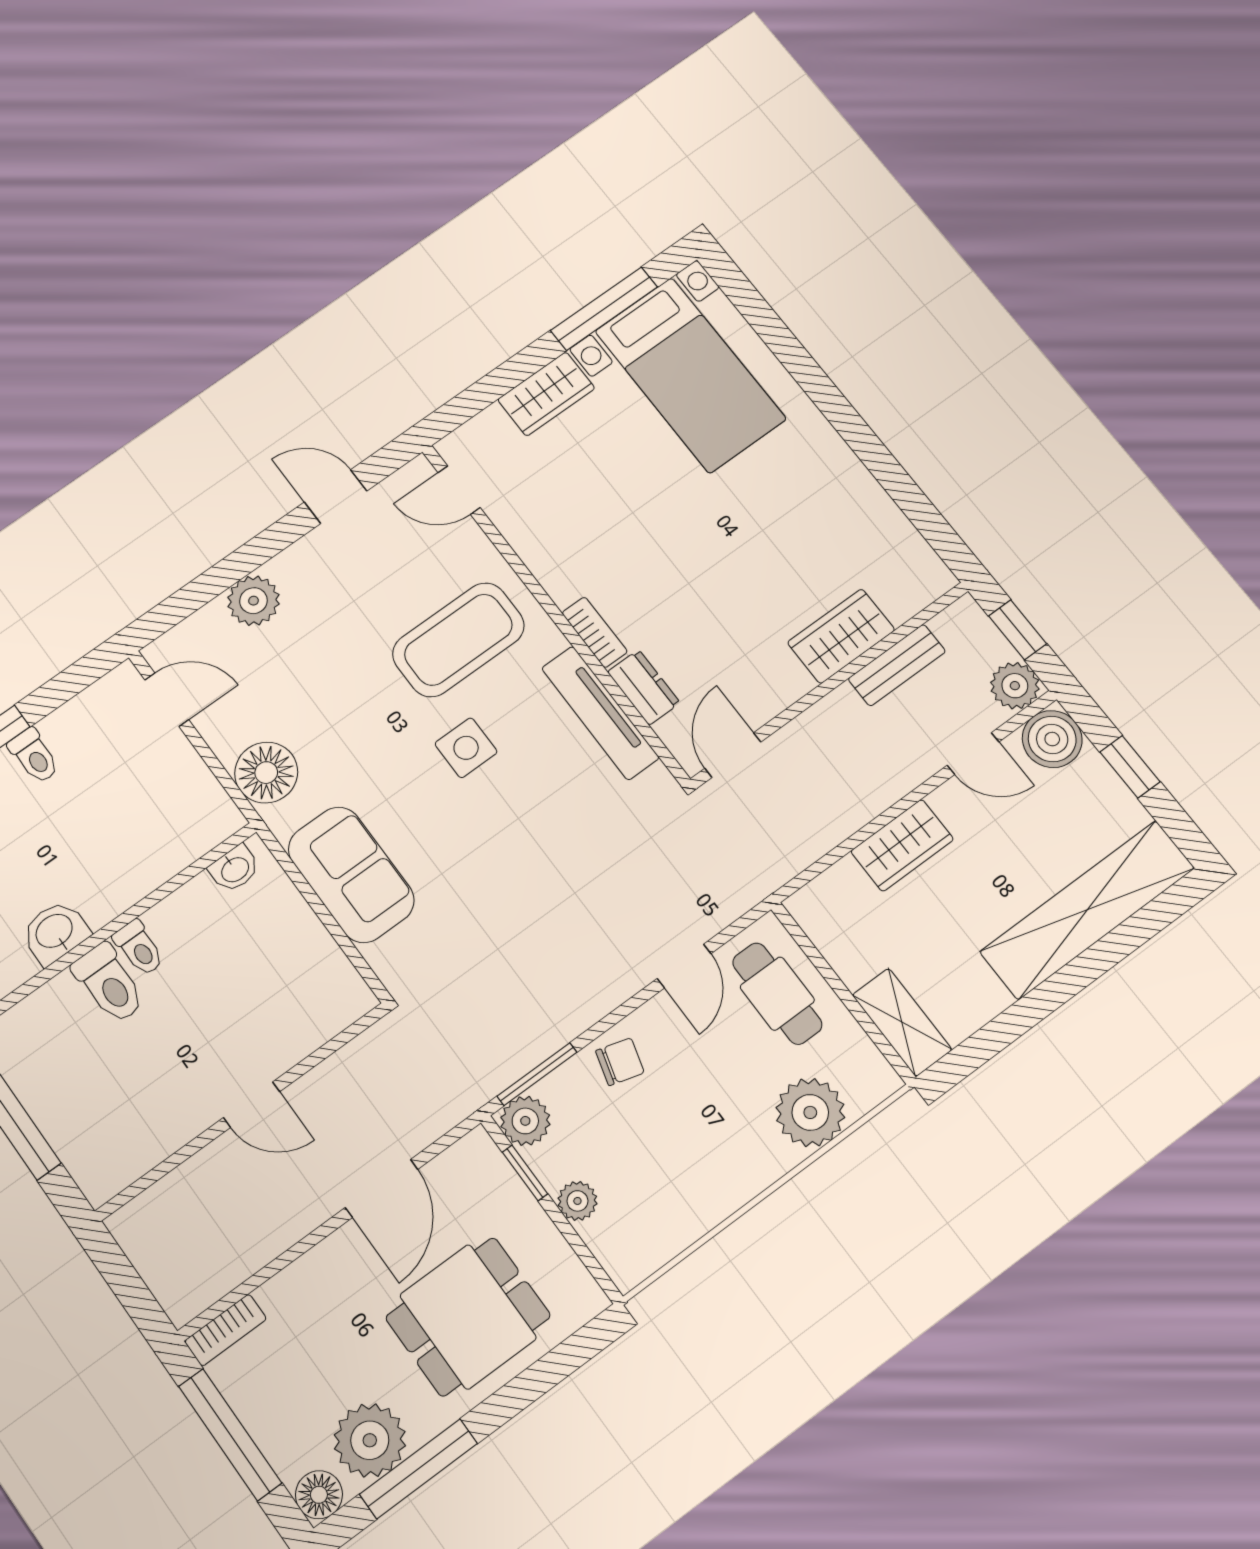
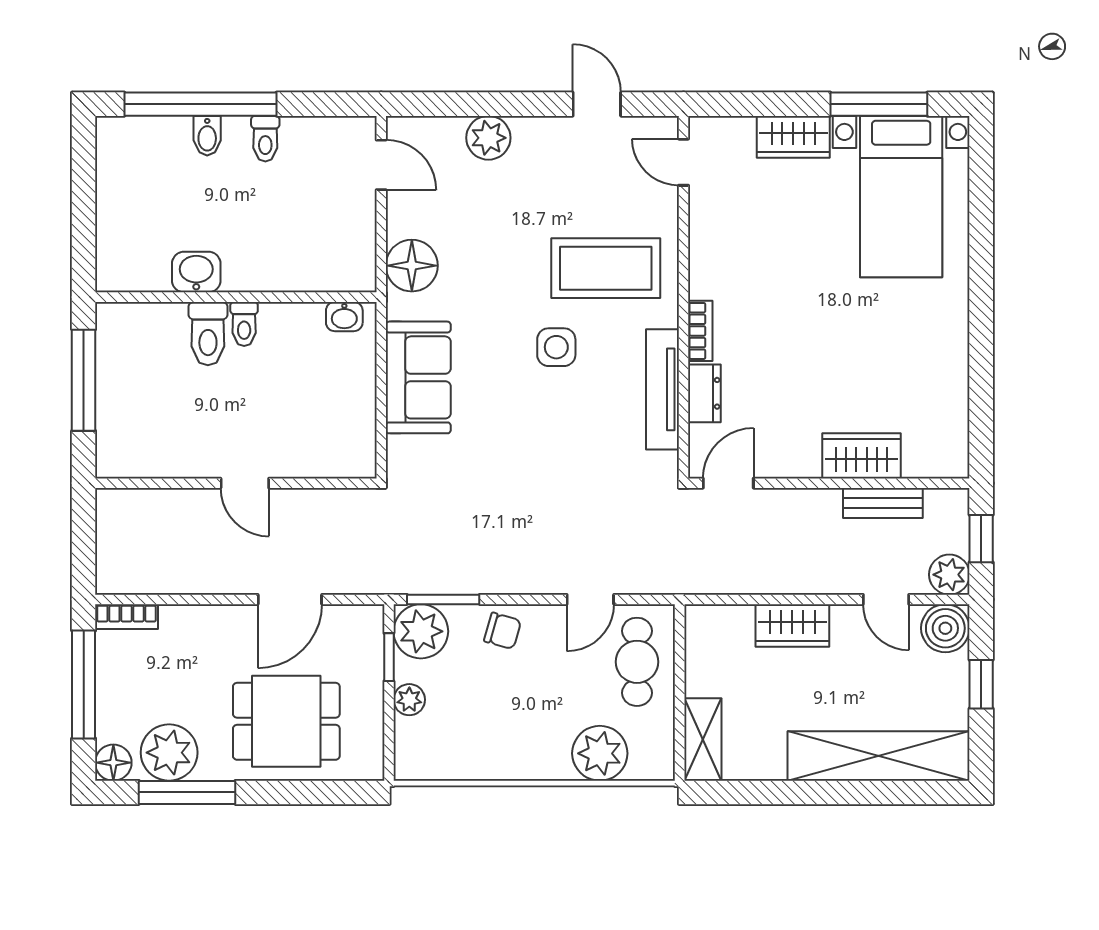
plant: (525, 1121) -> (421, 631), width x1.36, depth x1.36

